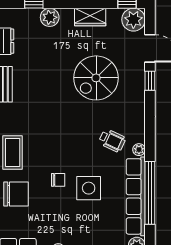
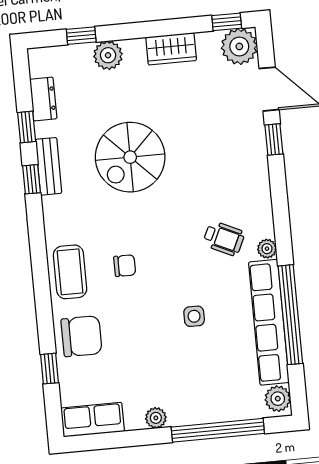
spiral stairs: (96, 78) -> (130, 157), moved
chair: (58, 180) -> (125, 266), moved
side table: (89, 188) -> (194, 316), width x0.54, depth x0.54

